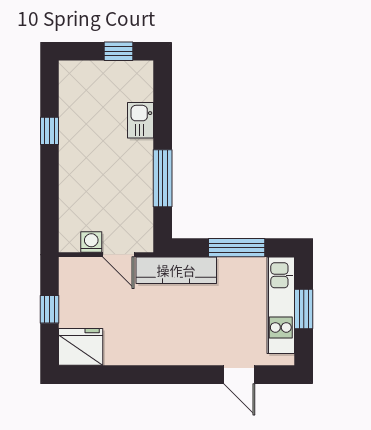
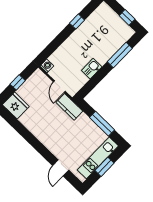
kitchen sink: (140, 120) -> (92, 69), moved
window: (163, 178) -> (120, 55), moved
washing machine: (91, 242) -> (47, 66), moved
kitchen counter: (176, 270) -> (69, 107), width x0.67

